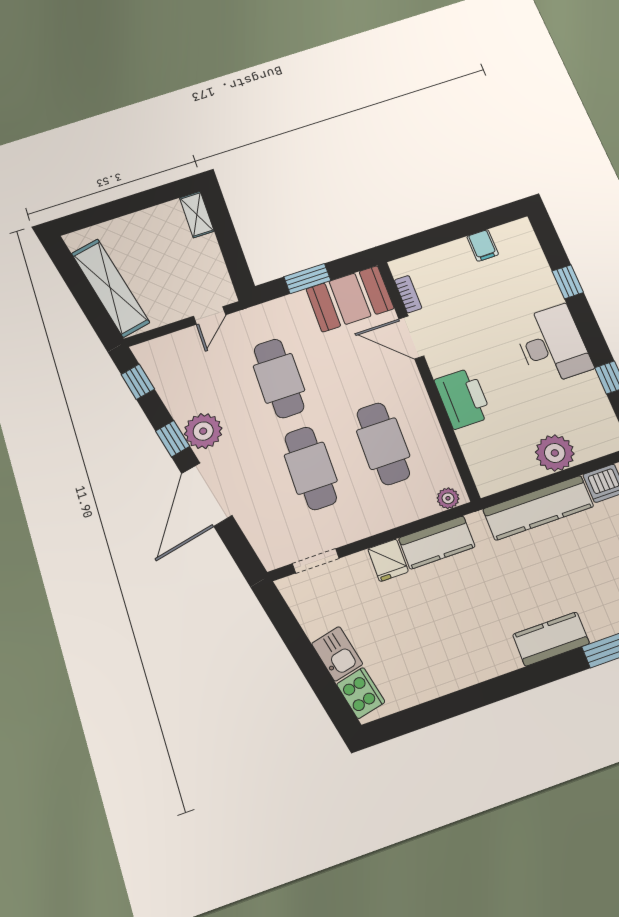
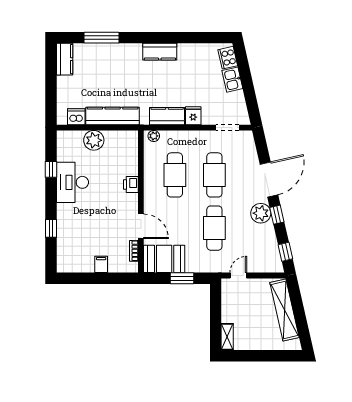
filing cabinet: (483, 245) -> (101, 264), moved
desk: (552, 345) -> (72, 182), moved
printer: (463, 398) -> (131, 185), width x0.53, depth x0.68
kitchen counter: (551, 639) -> (160, 52), moved

